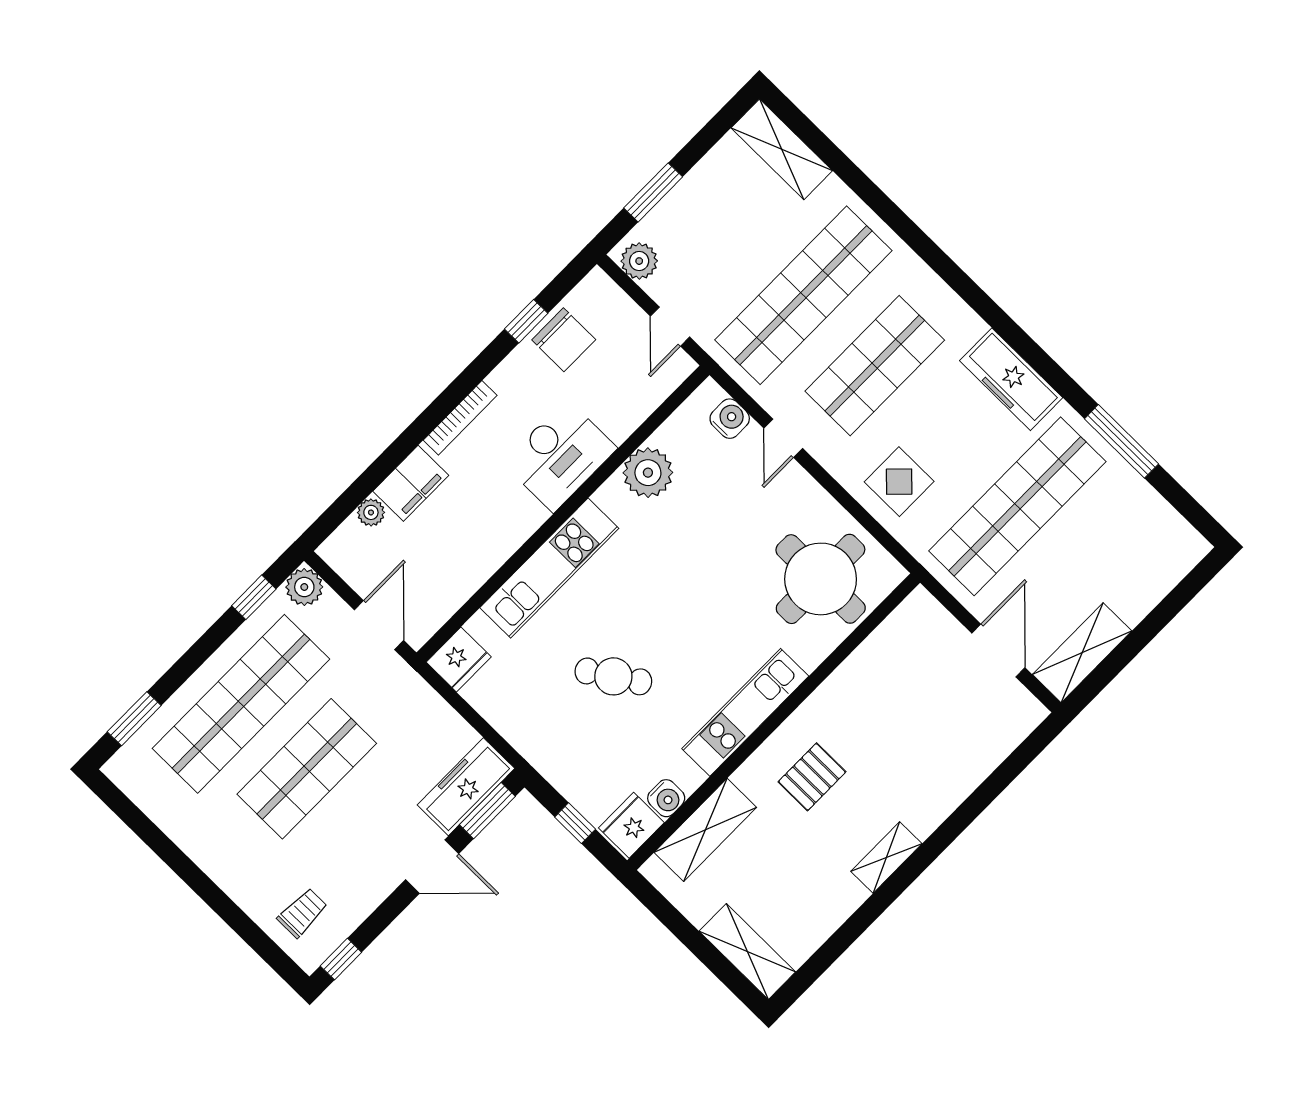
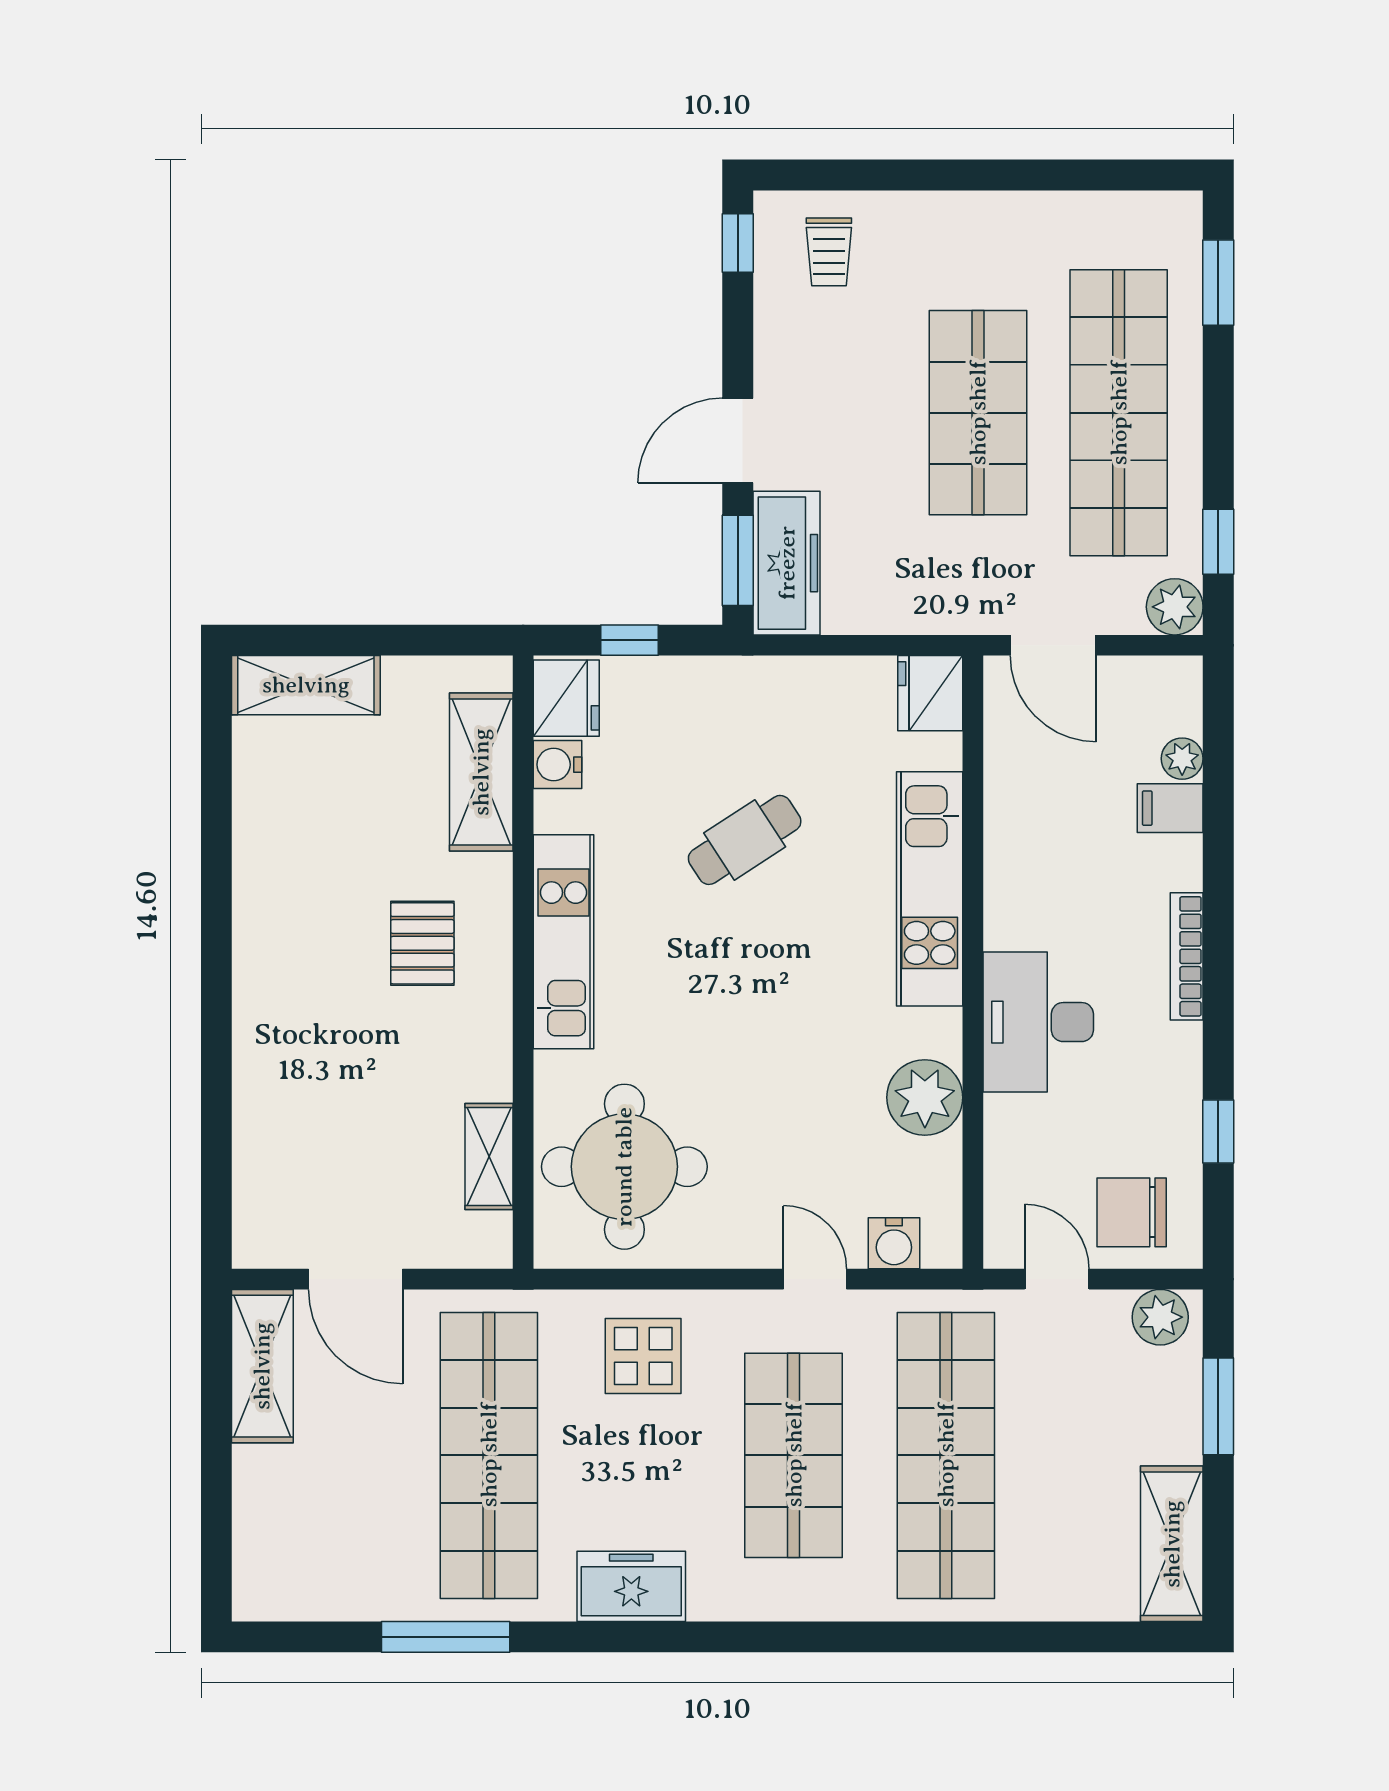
shelving: (782, 149) -> (1172, 1544), moved, turned 90
chair: (564, 340) -> (1132, 1212), moved
freezer: (1011, 379) -> (631, 1586), width x0.71
filing cabinet: (411, 483) -> (1170, 808), width x0.50
shelving: (886, 858) -> (489, 1157), moved

